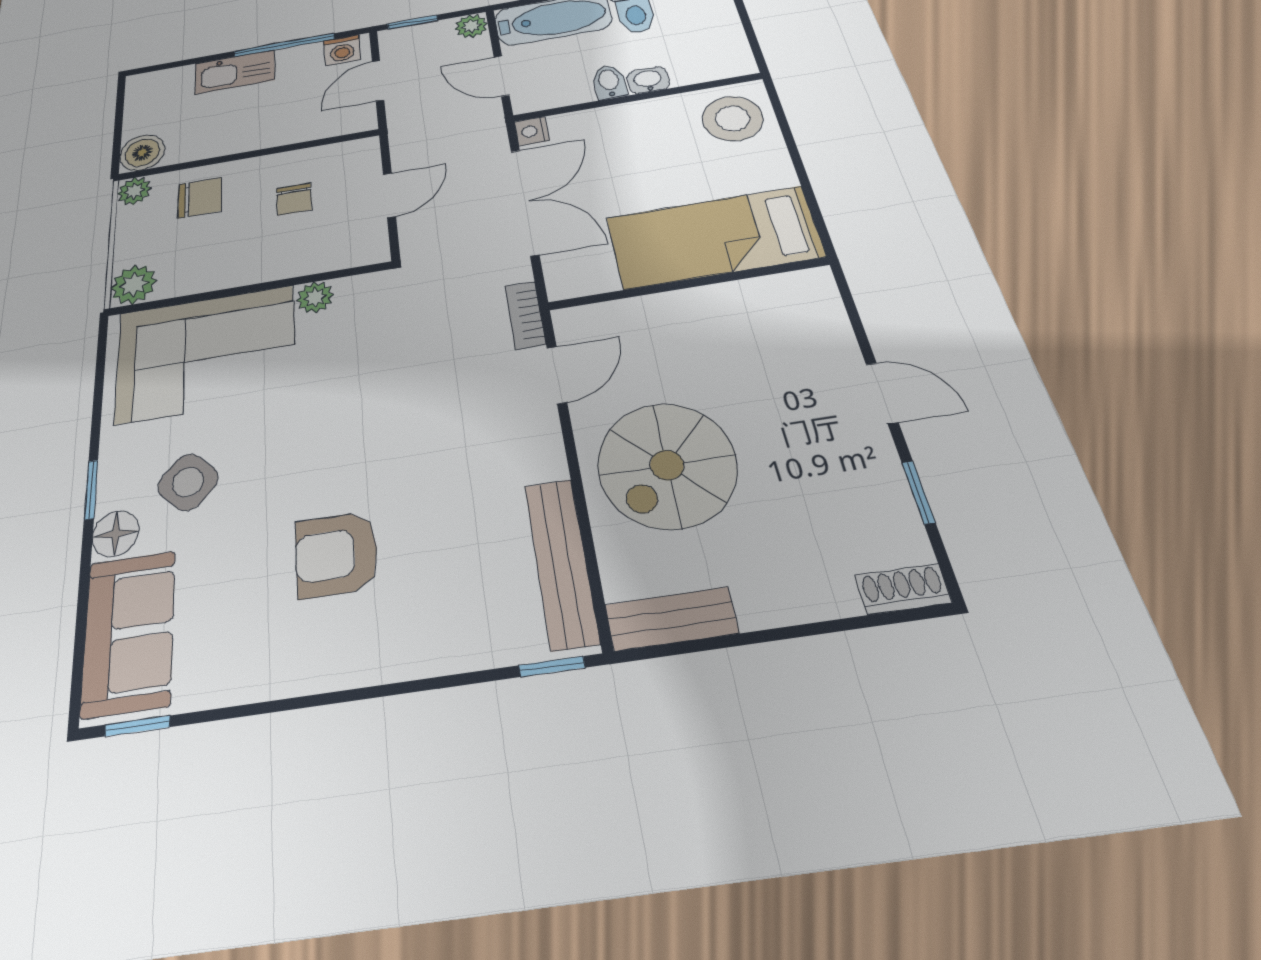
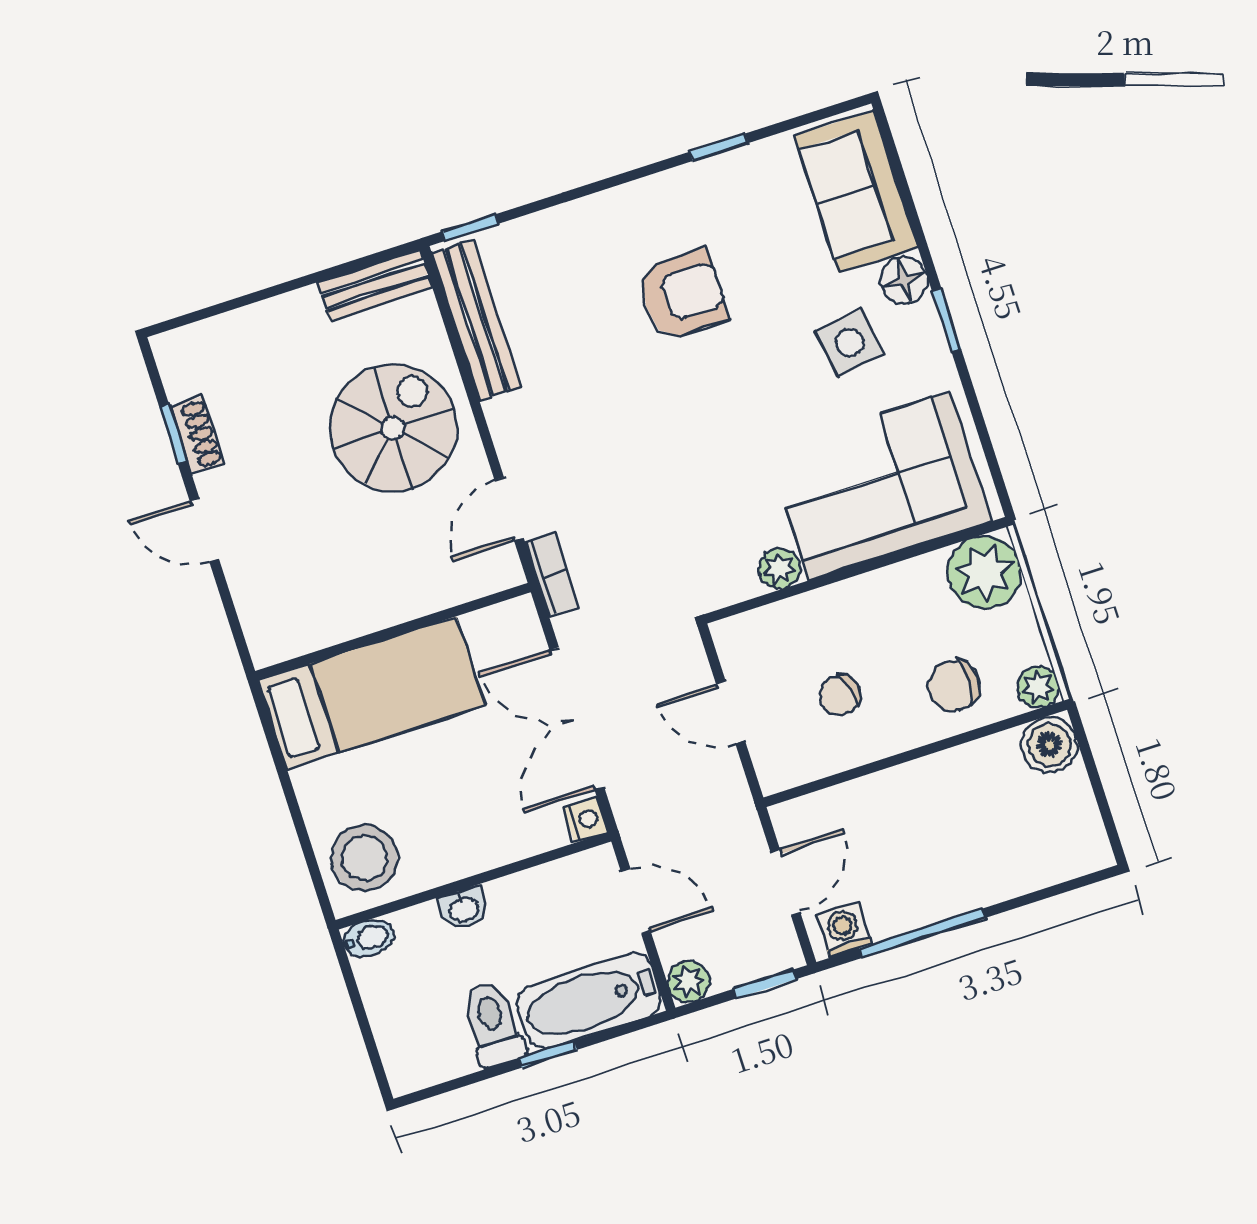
kitchen sink: (235, 72) -> (973, 883), removed
bidet: (609, 82) -> (368, 938), moved, turned -90
door: (389, 195) -> (731, 712), hinge flipped
chair: (294, 199) -> (840, 695), turned -104
plant: (134, 285) -> (984, 572), width x1.36, depth x1.36
side table: (188, 482) -> (850, 343), turned 36
shoe rack: (903, 589) -> (197, 435), moved, turned -90
window: (137, 726) -> (719, 147), moved

